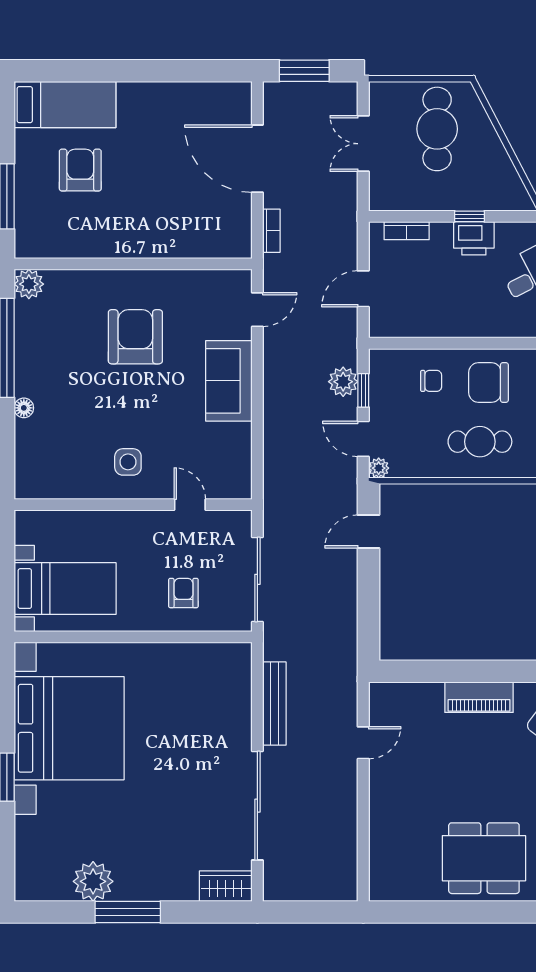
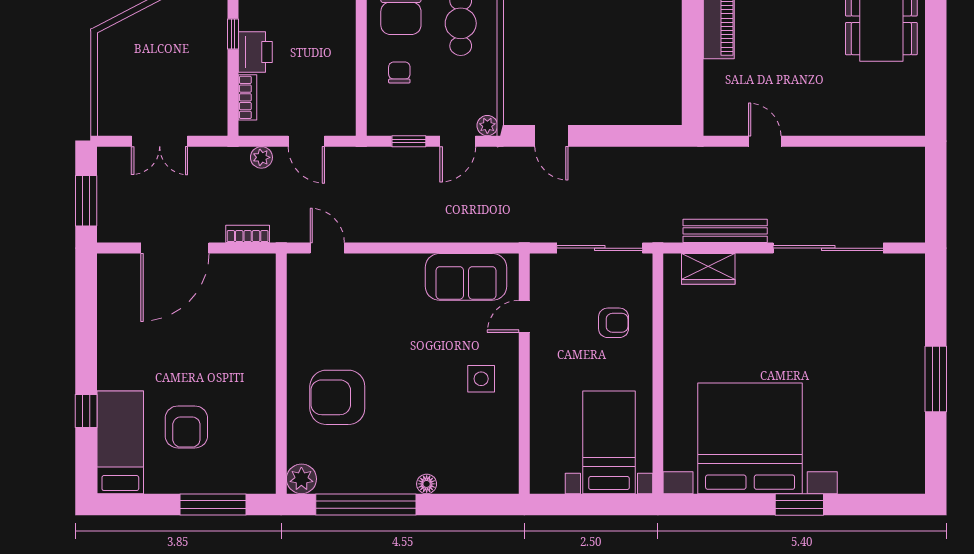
window: (96, 71) -> (86, 411), added
cafe table: (437, 129) -> (145, 67), removed
armchair: (80, 170) -> (186, 427), turned -90
printer: (474, 238) -> (255, 52), moved
armchair: (135, 337) -> (337, 397), moved
sofa: (229, 381) -> (466, 277), moved
plant: (343, 382) -> (261, 157), moved, width x0.73, depth x0.73
armchair: (183, 593) -> (614, 323), turned 180
plant: (93, 881) -> (905, 414), removed
wardrobe: (226, 886) -> (708, 269), moved, turned -90

